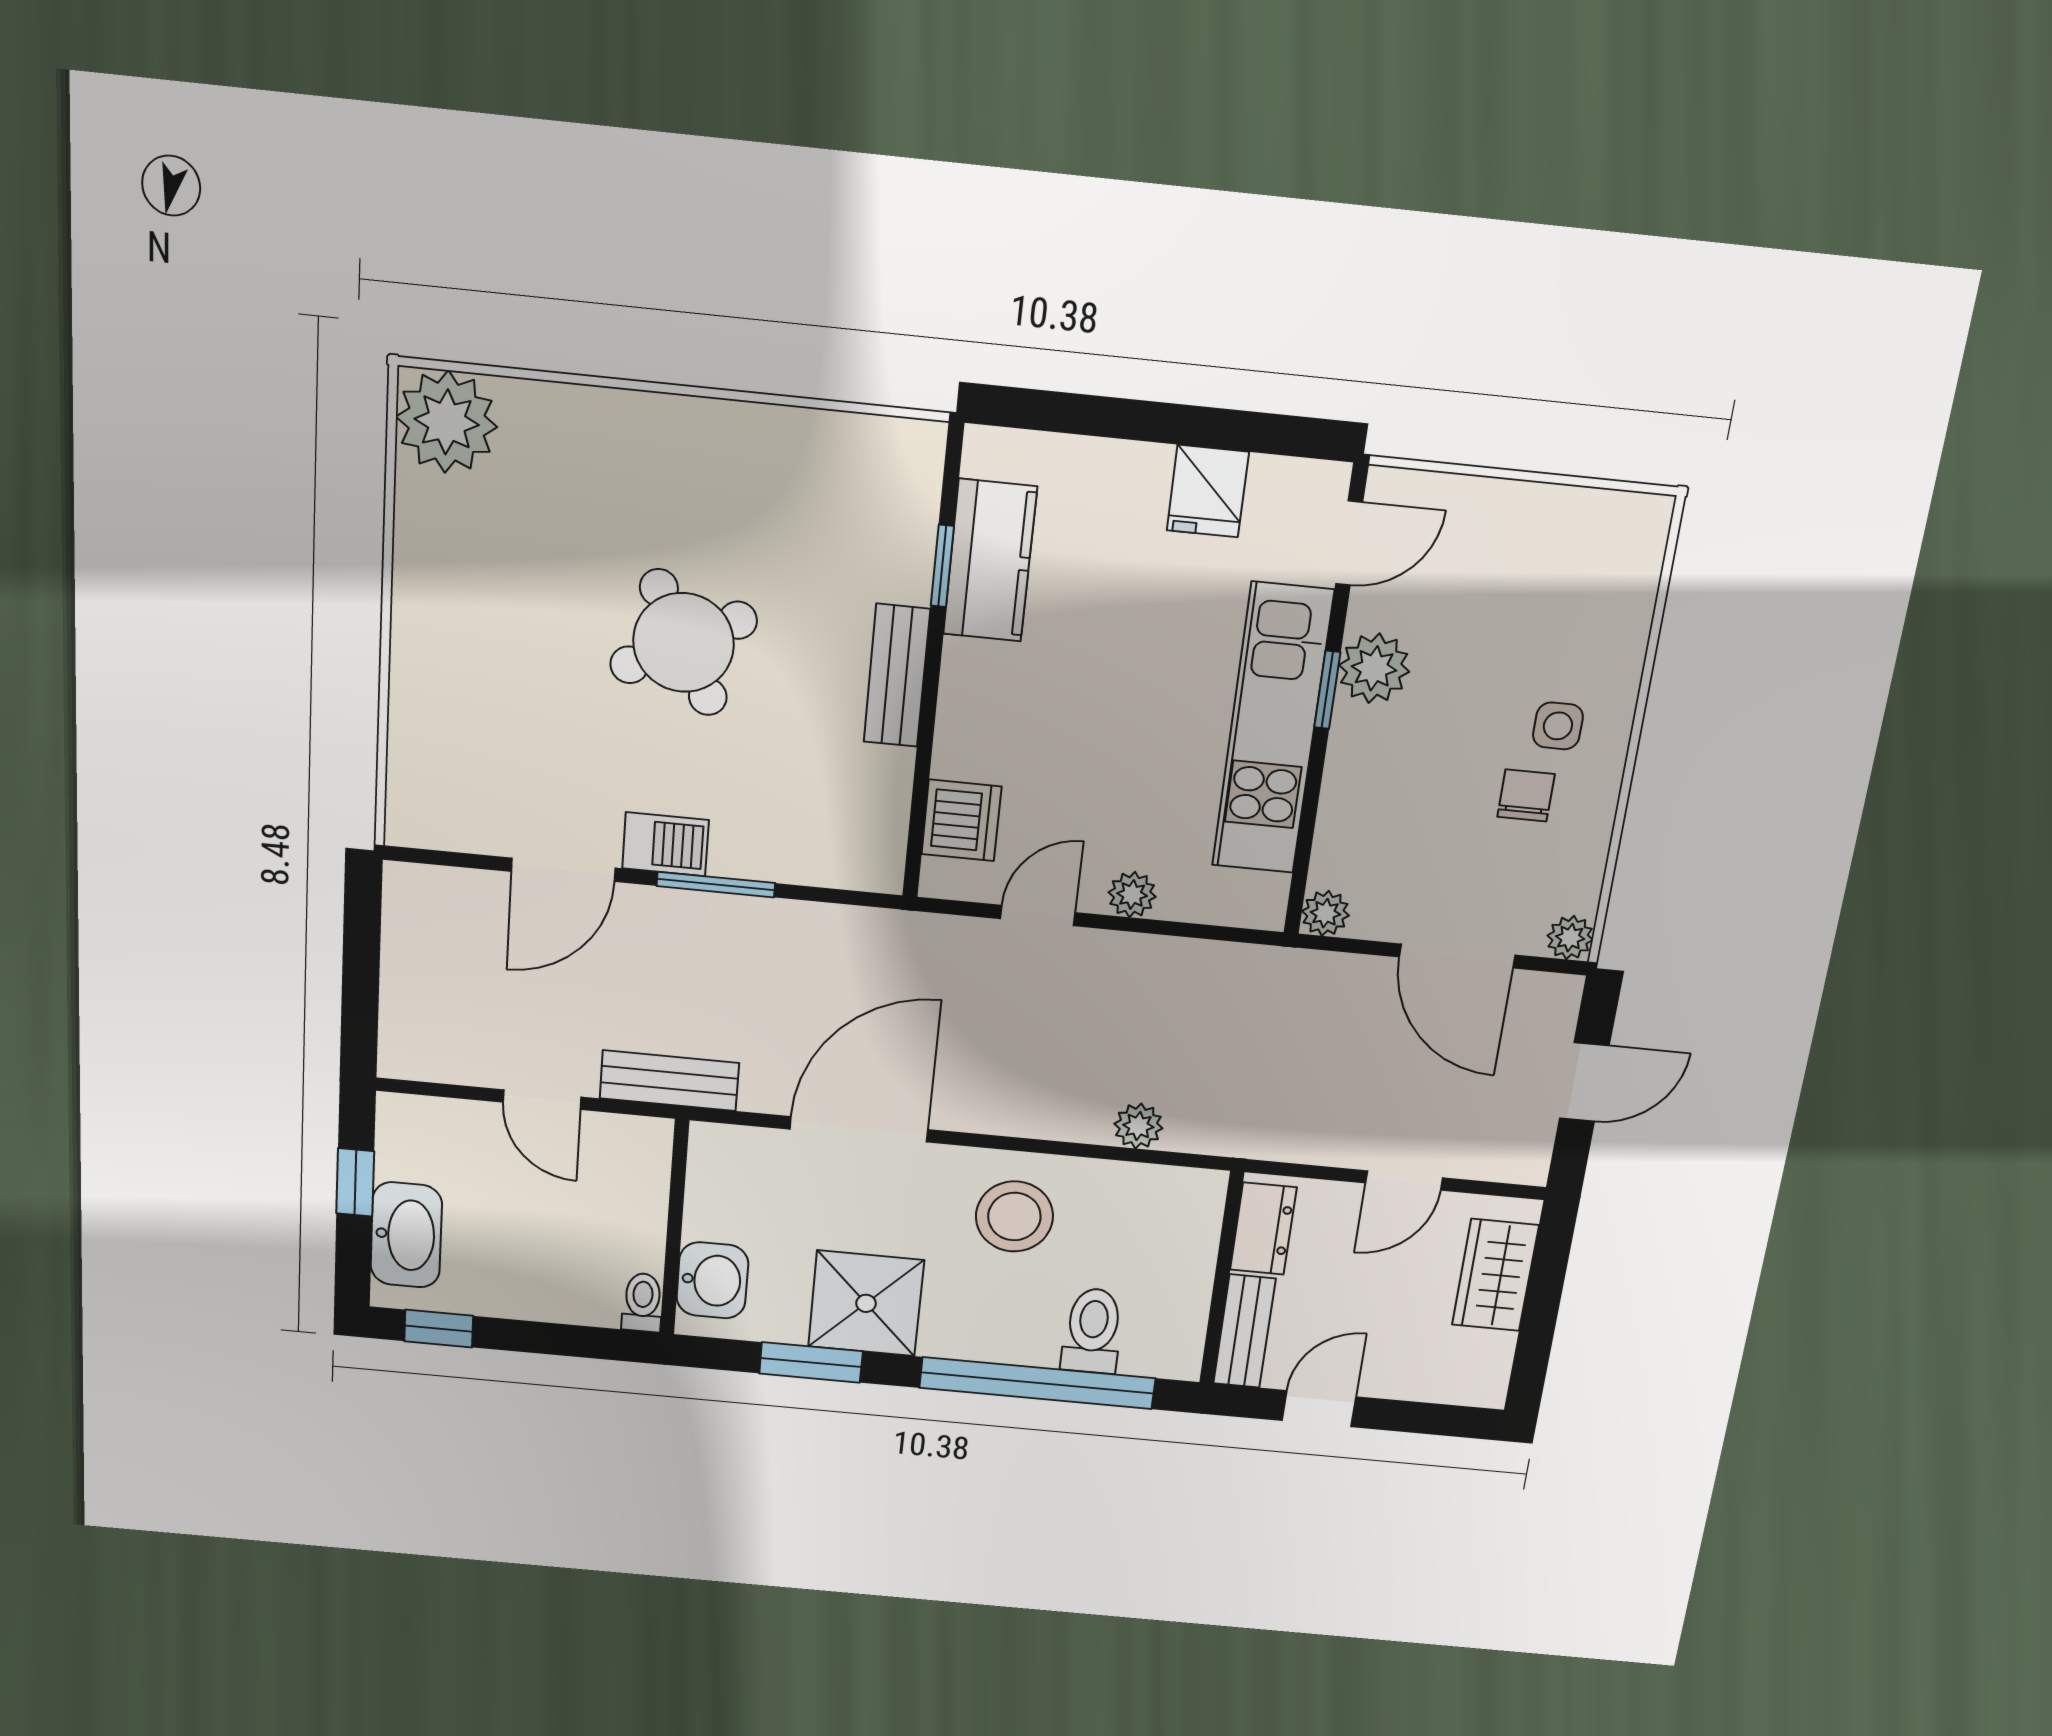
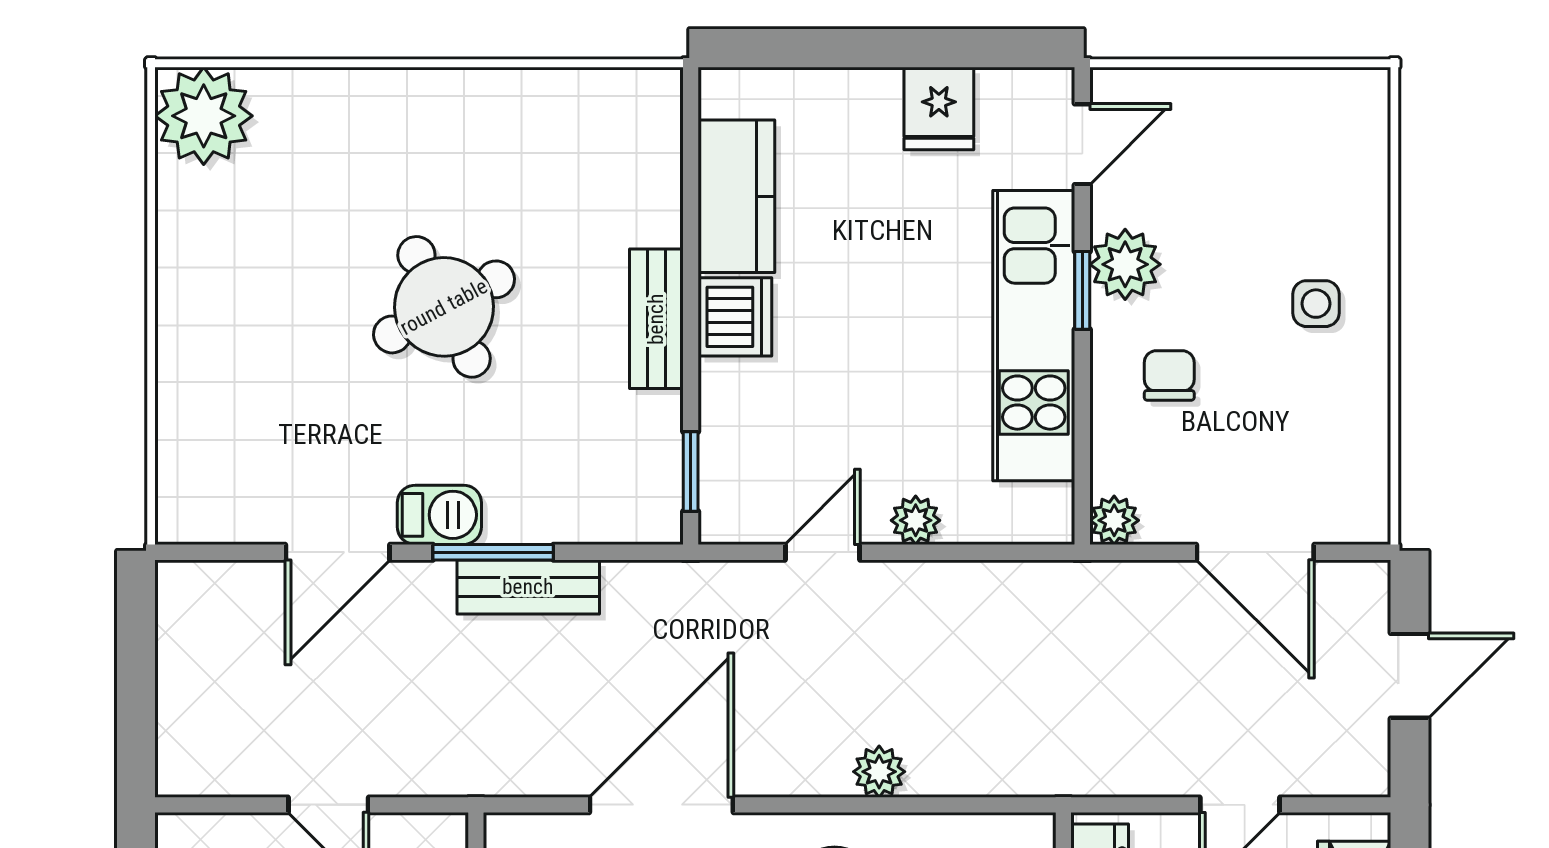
window: (942, 566) -> (691, 471), moved
chair: (1526, 795) -> (1169, 375), moved
dishwasher: (961, 820) -> (735, 317), moved
plant: (1570, 938) -> (1367, 521), removed
bench: (669, 1081) -> (528, 587), moved
plant: (1138, 1126) -> (879, 772), moved

